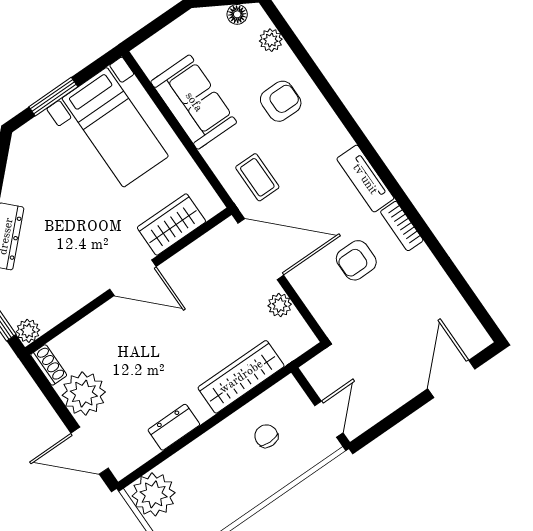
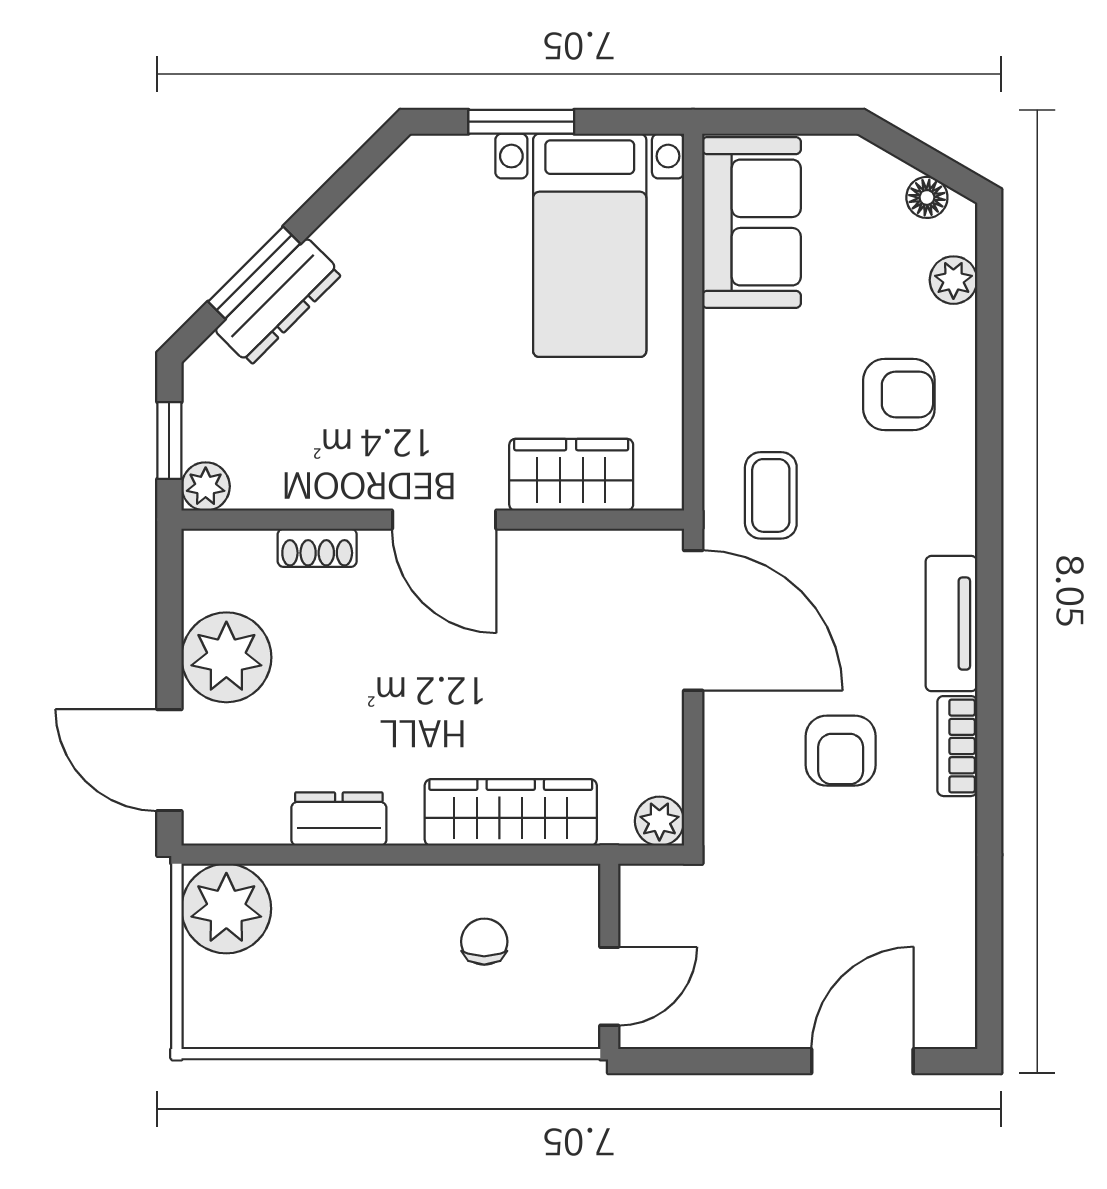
sofa: (194, 102) -> (751, 222), moved
armchair: (356, 260) -> (841, 751), turned -90
plant: (280, 305) -> (659, 821), moved
shoe rack: (49, 365) -> (317, 548), moved, turned 90

